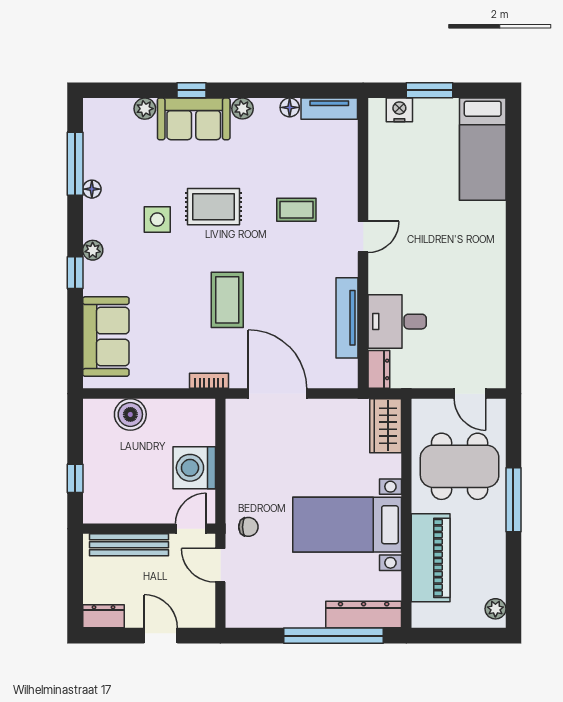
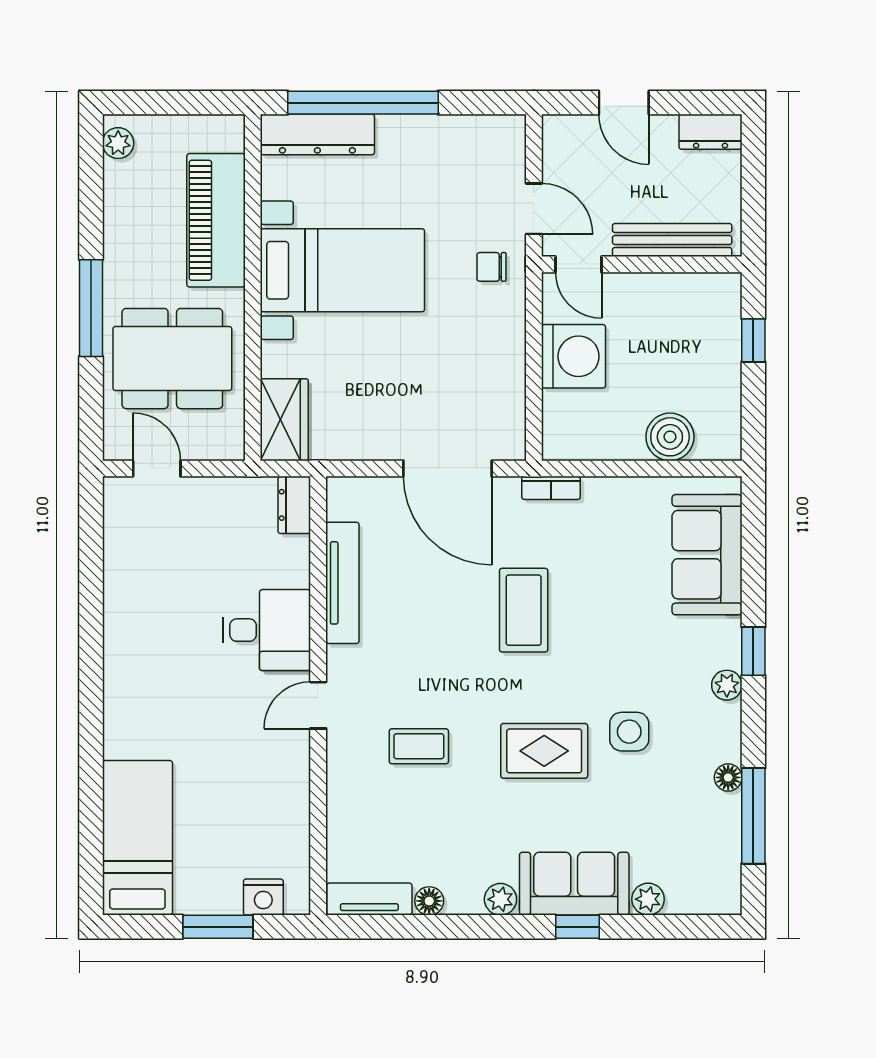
desk: (397, 322) -> (267, 630), moved
door: (191, 529) -> (579, 264), hinge flipped

